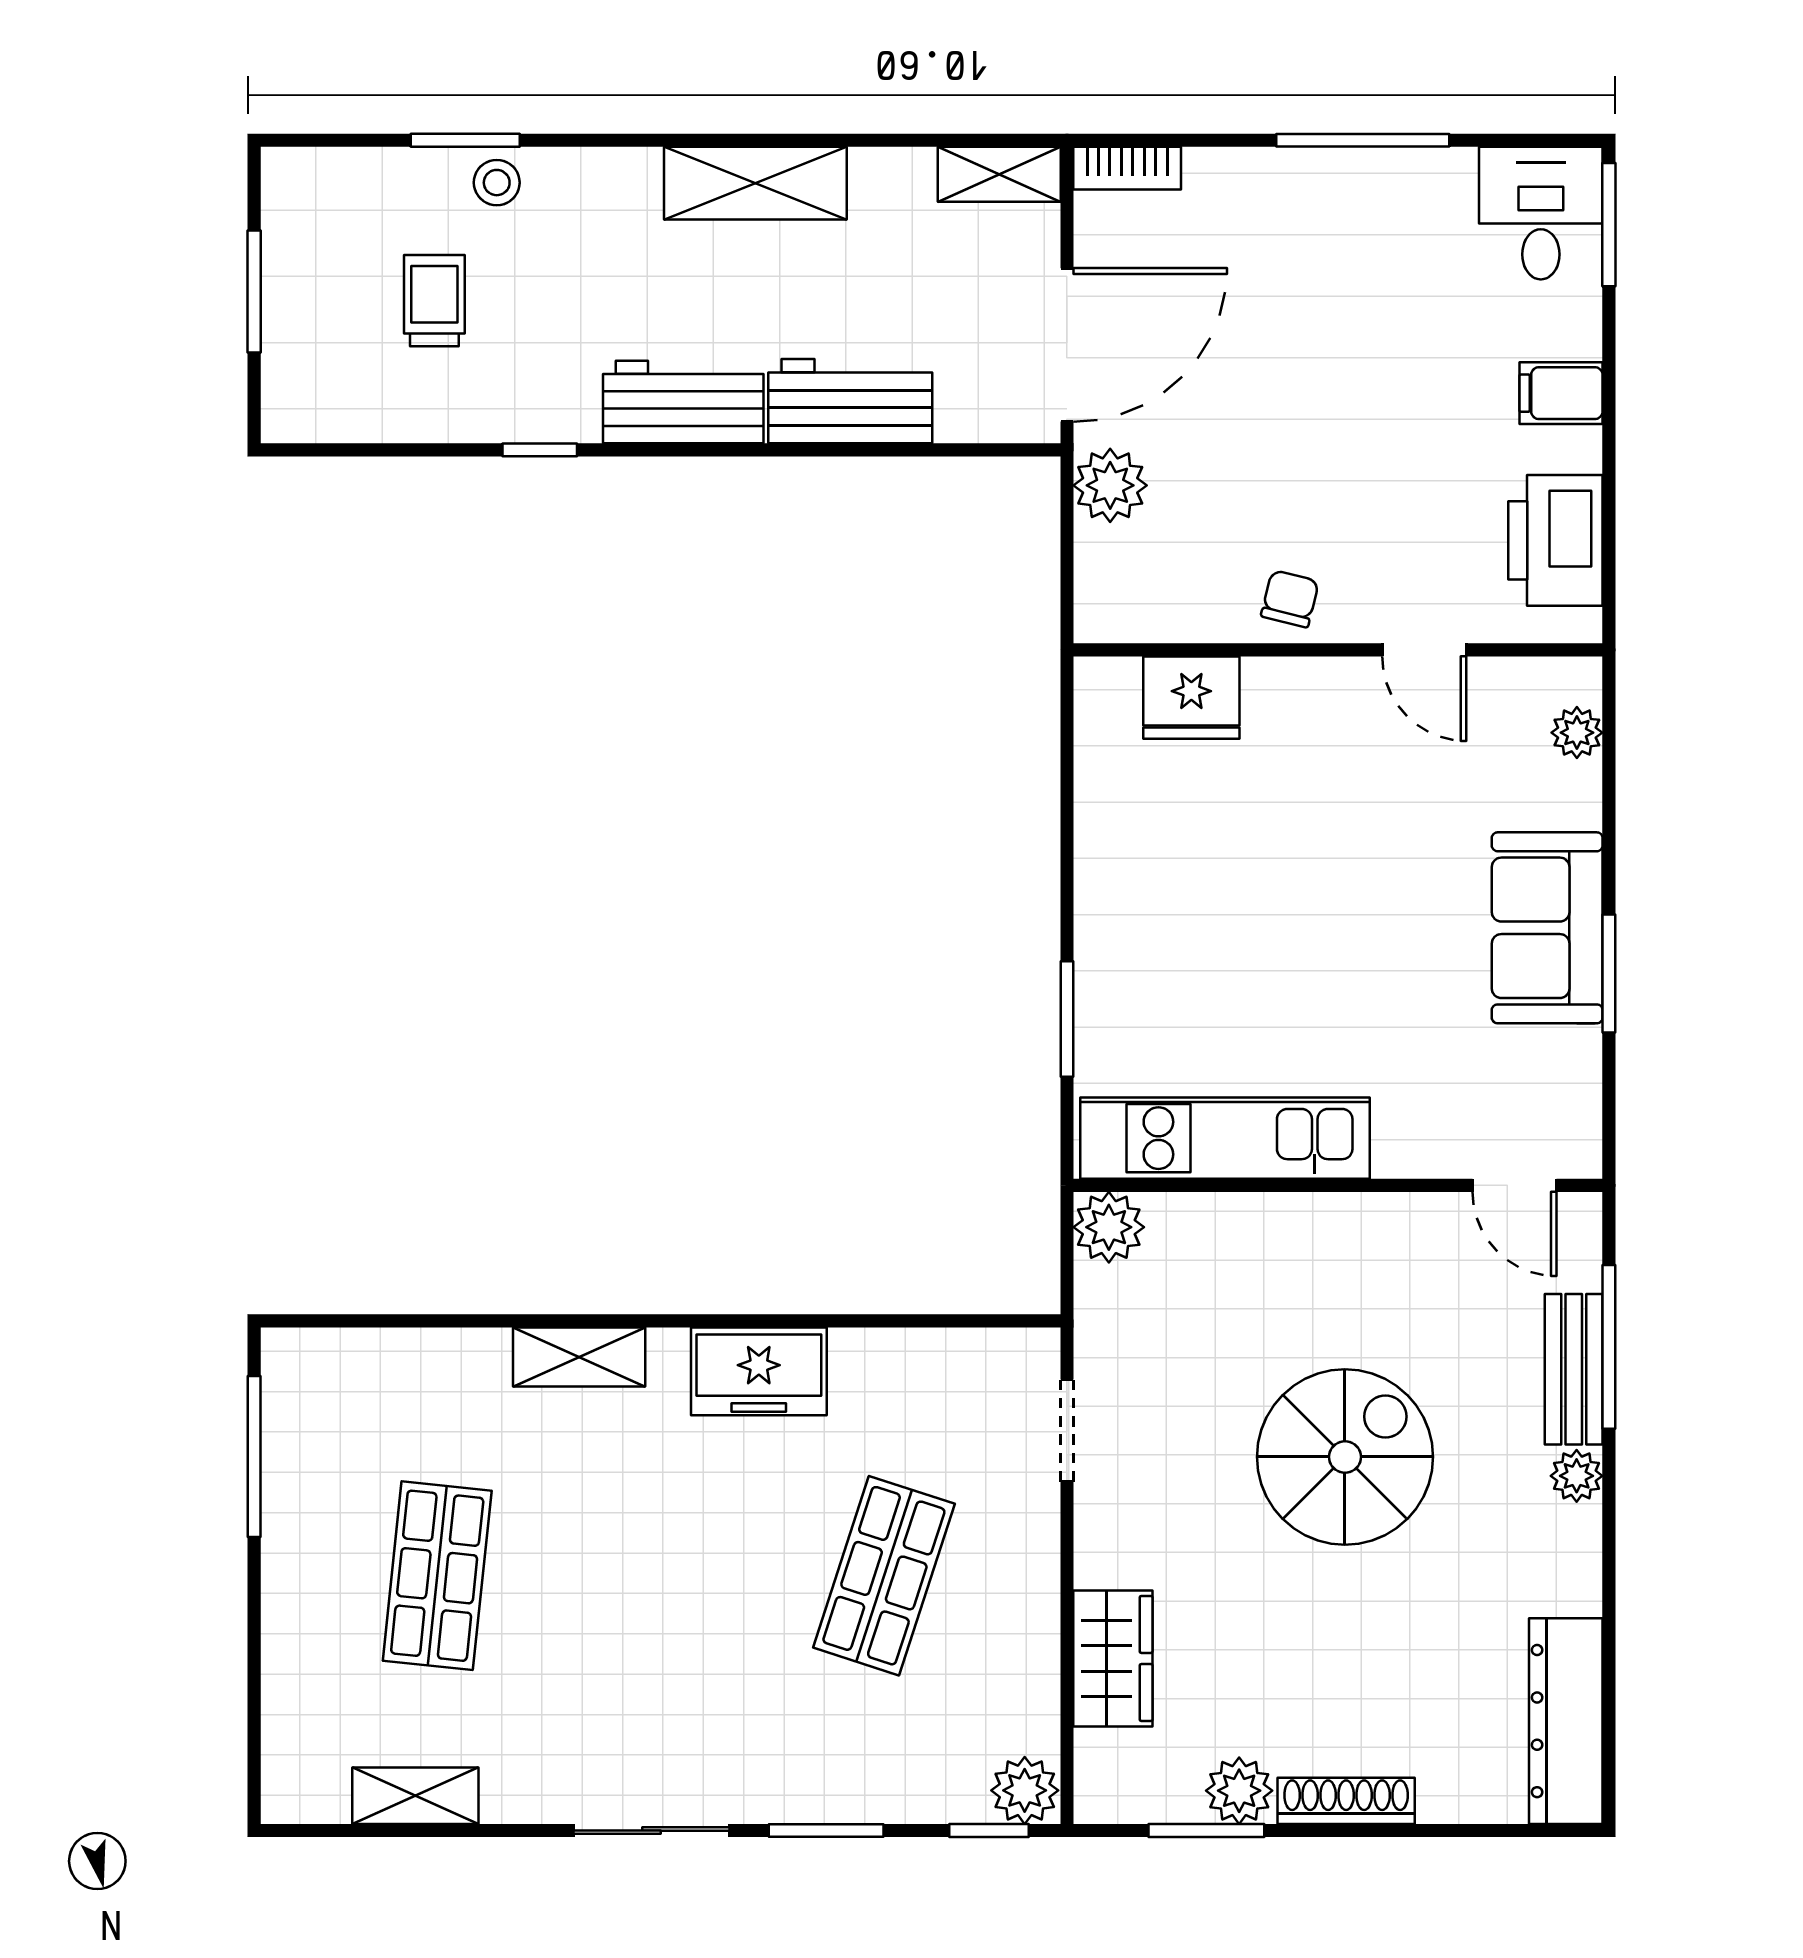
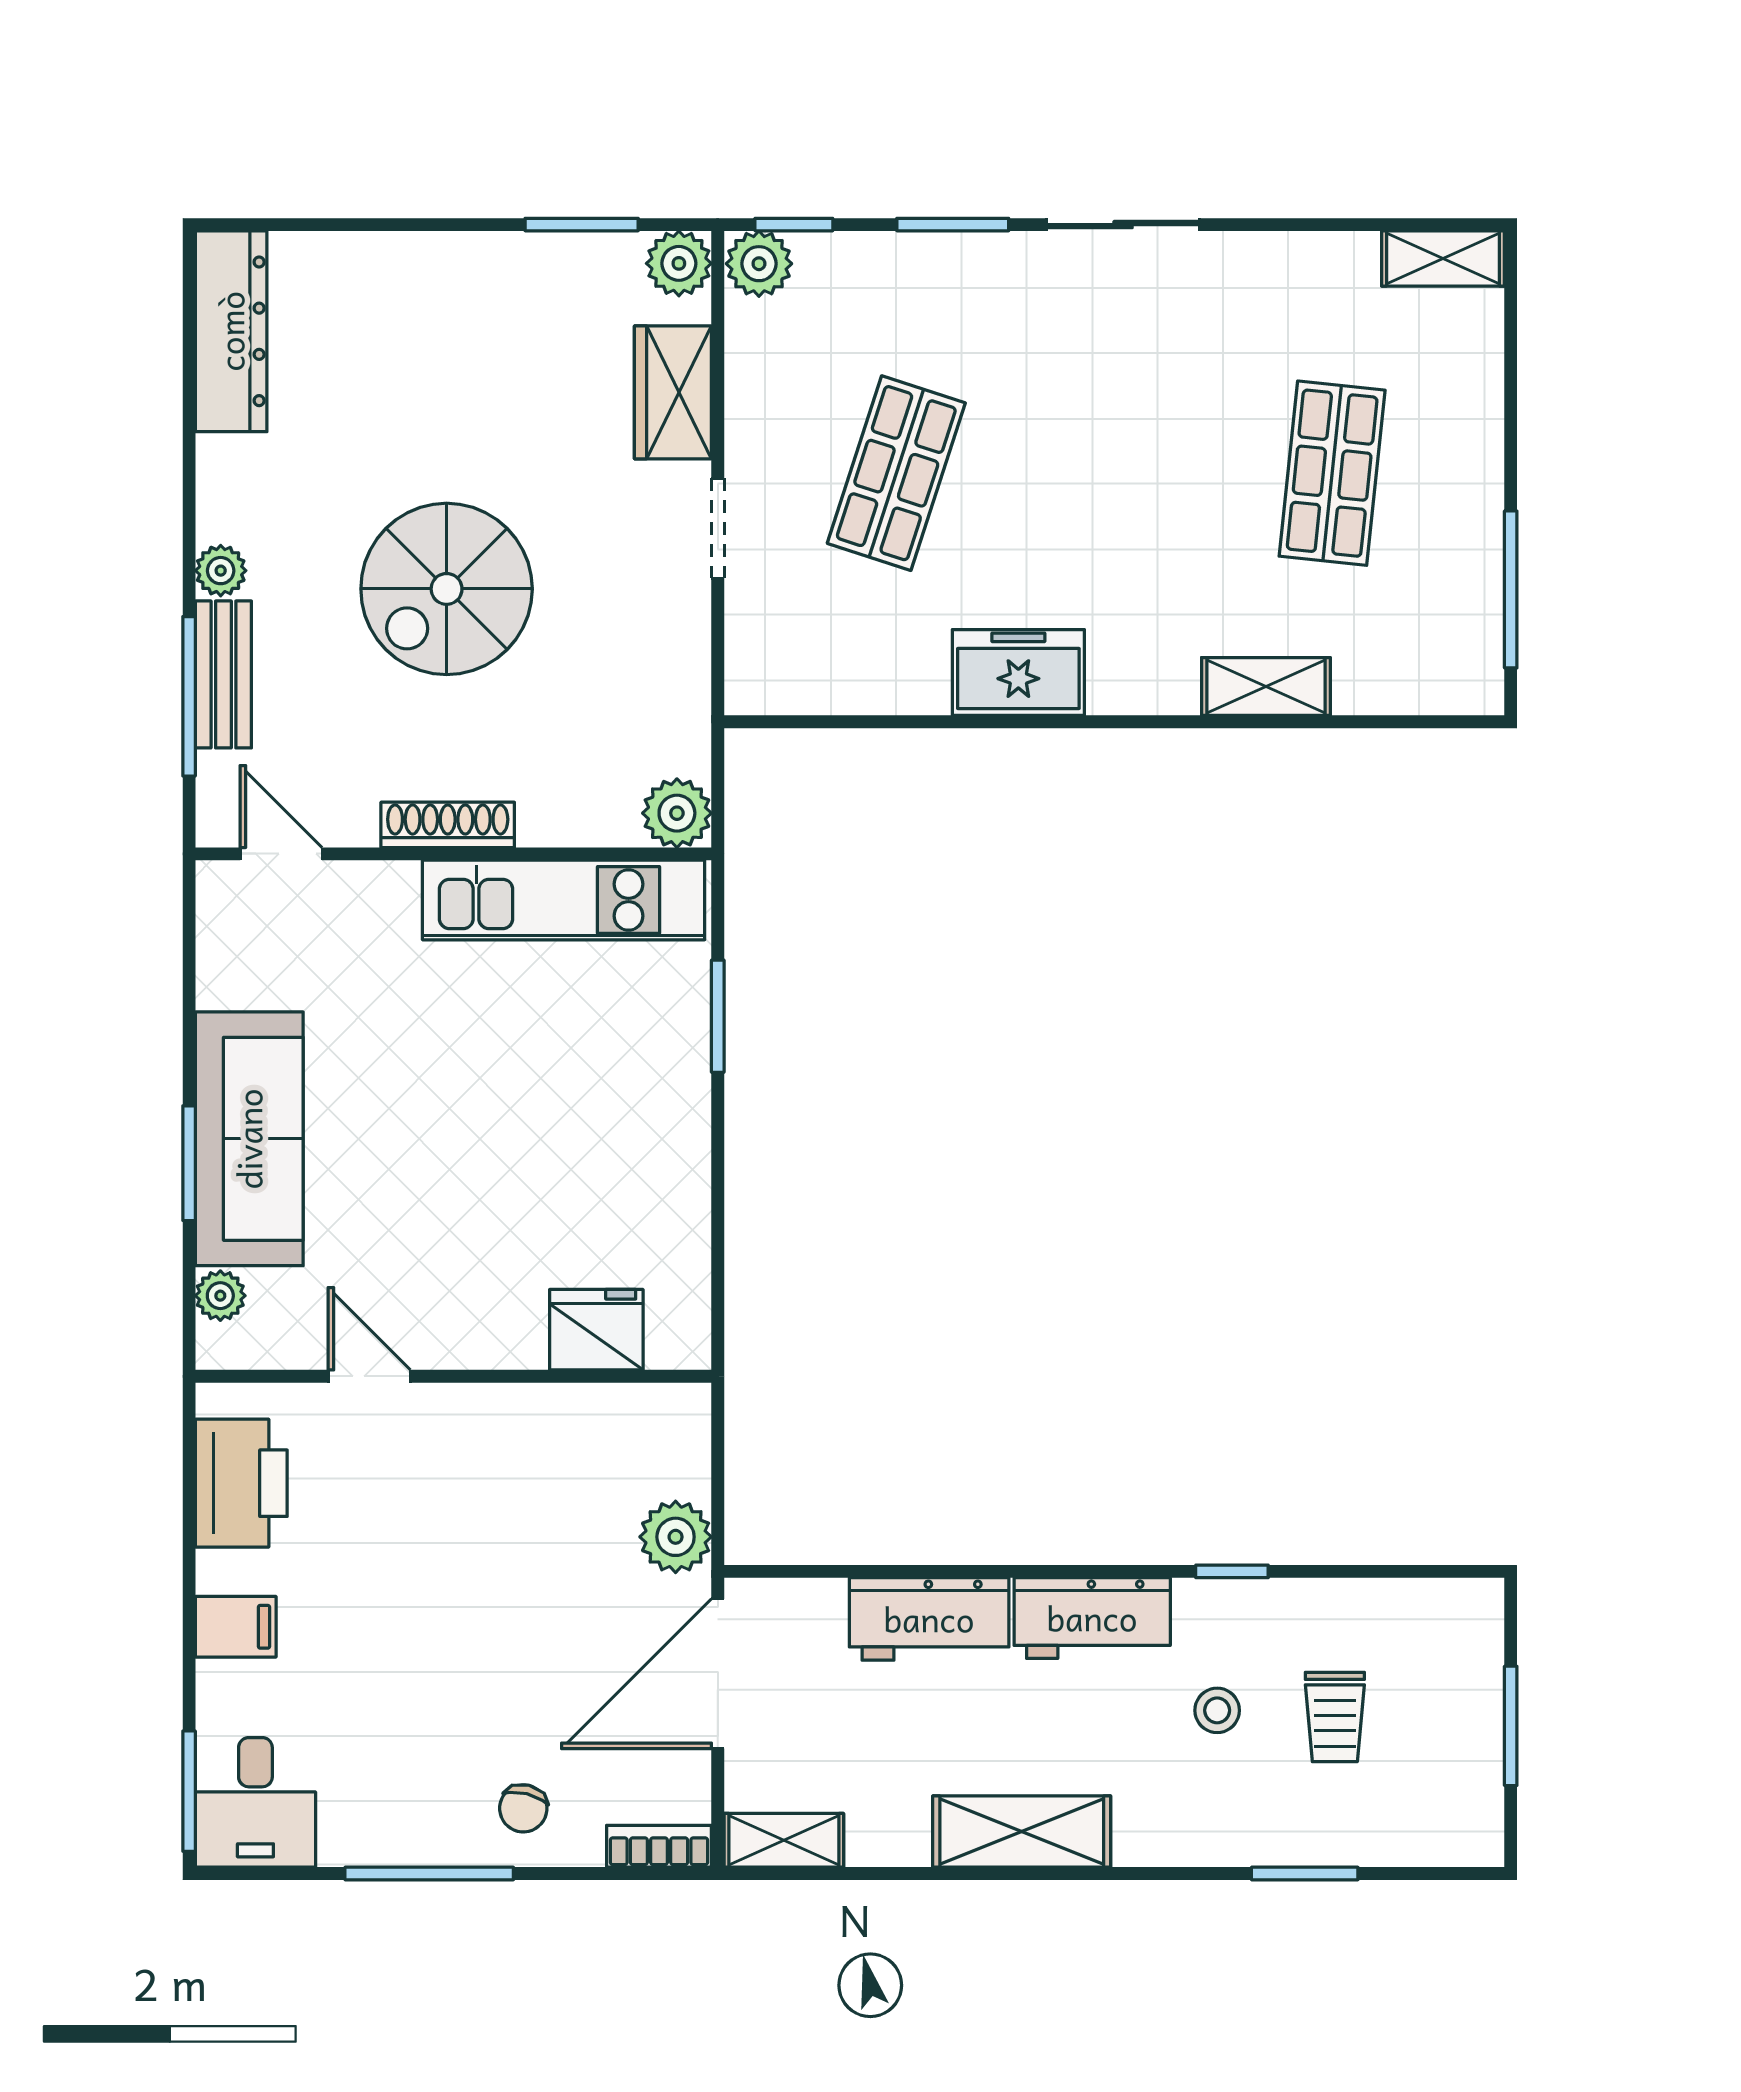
stool: (497, 183) -> (1217, 1710), moved
chair: (1290, 599) -> (523, 1808), moved
sofa: (1547, 928) -> (249, 1139), width x1.36
window: (1609, 973) -> (189, 1163), moved
shelving: (579, 1357) -> (1266, 686), moved
doorway: (1067, 1430) -> (718, 528), moved
plant: (1239, 1791) -> (679, 263), moved
shelving: (415, 1796) -> (1443, 258), moved
shoe rack: (1346, 1801) -> (448, 825), moved, turned 180

